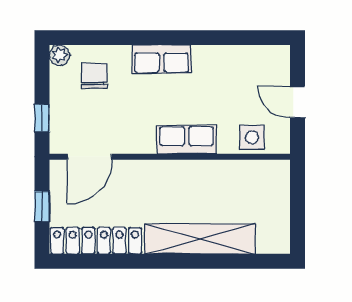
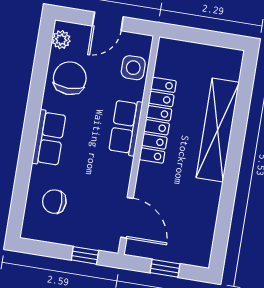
plant: (59, 55) -> (61, 40), moved
chair: (230, 71) -> (70, 78), added
locker: (96, 241) -> (158, 120), moved, turned 180

